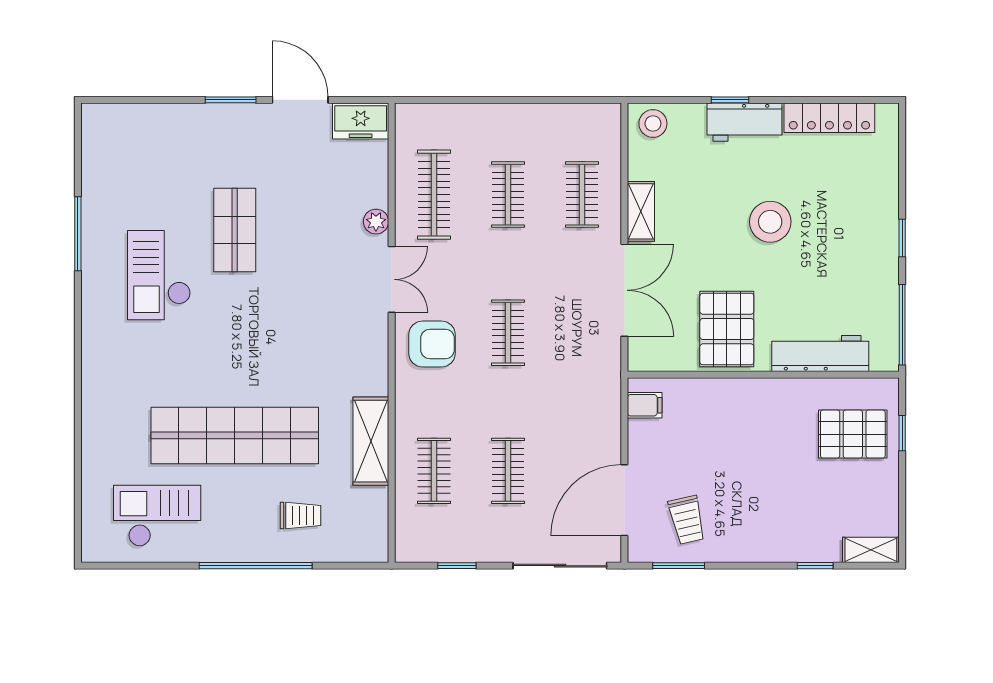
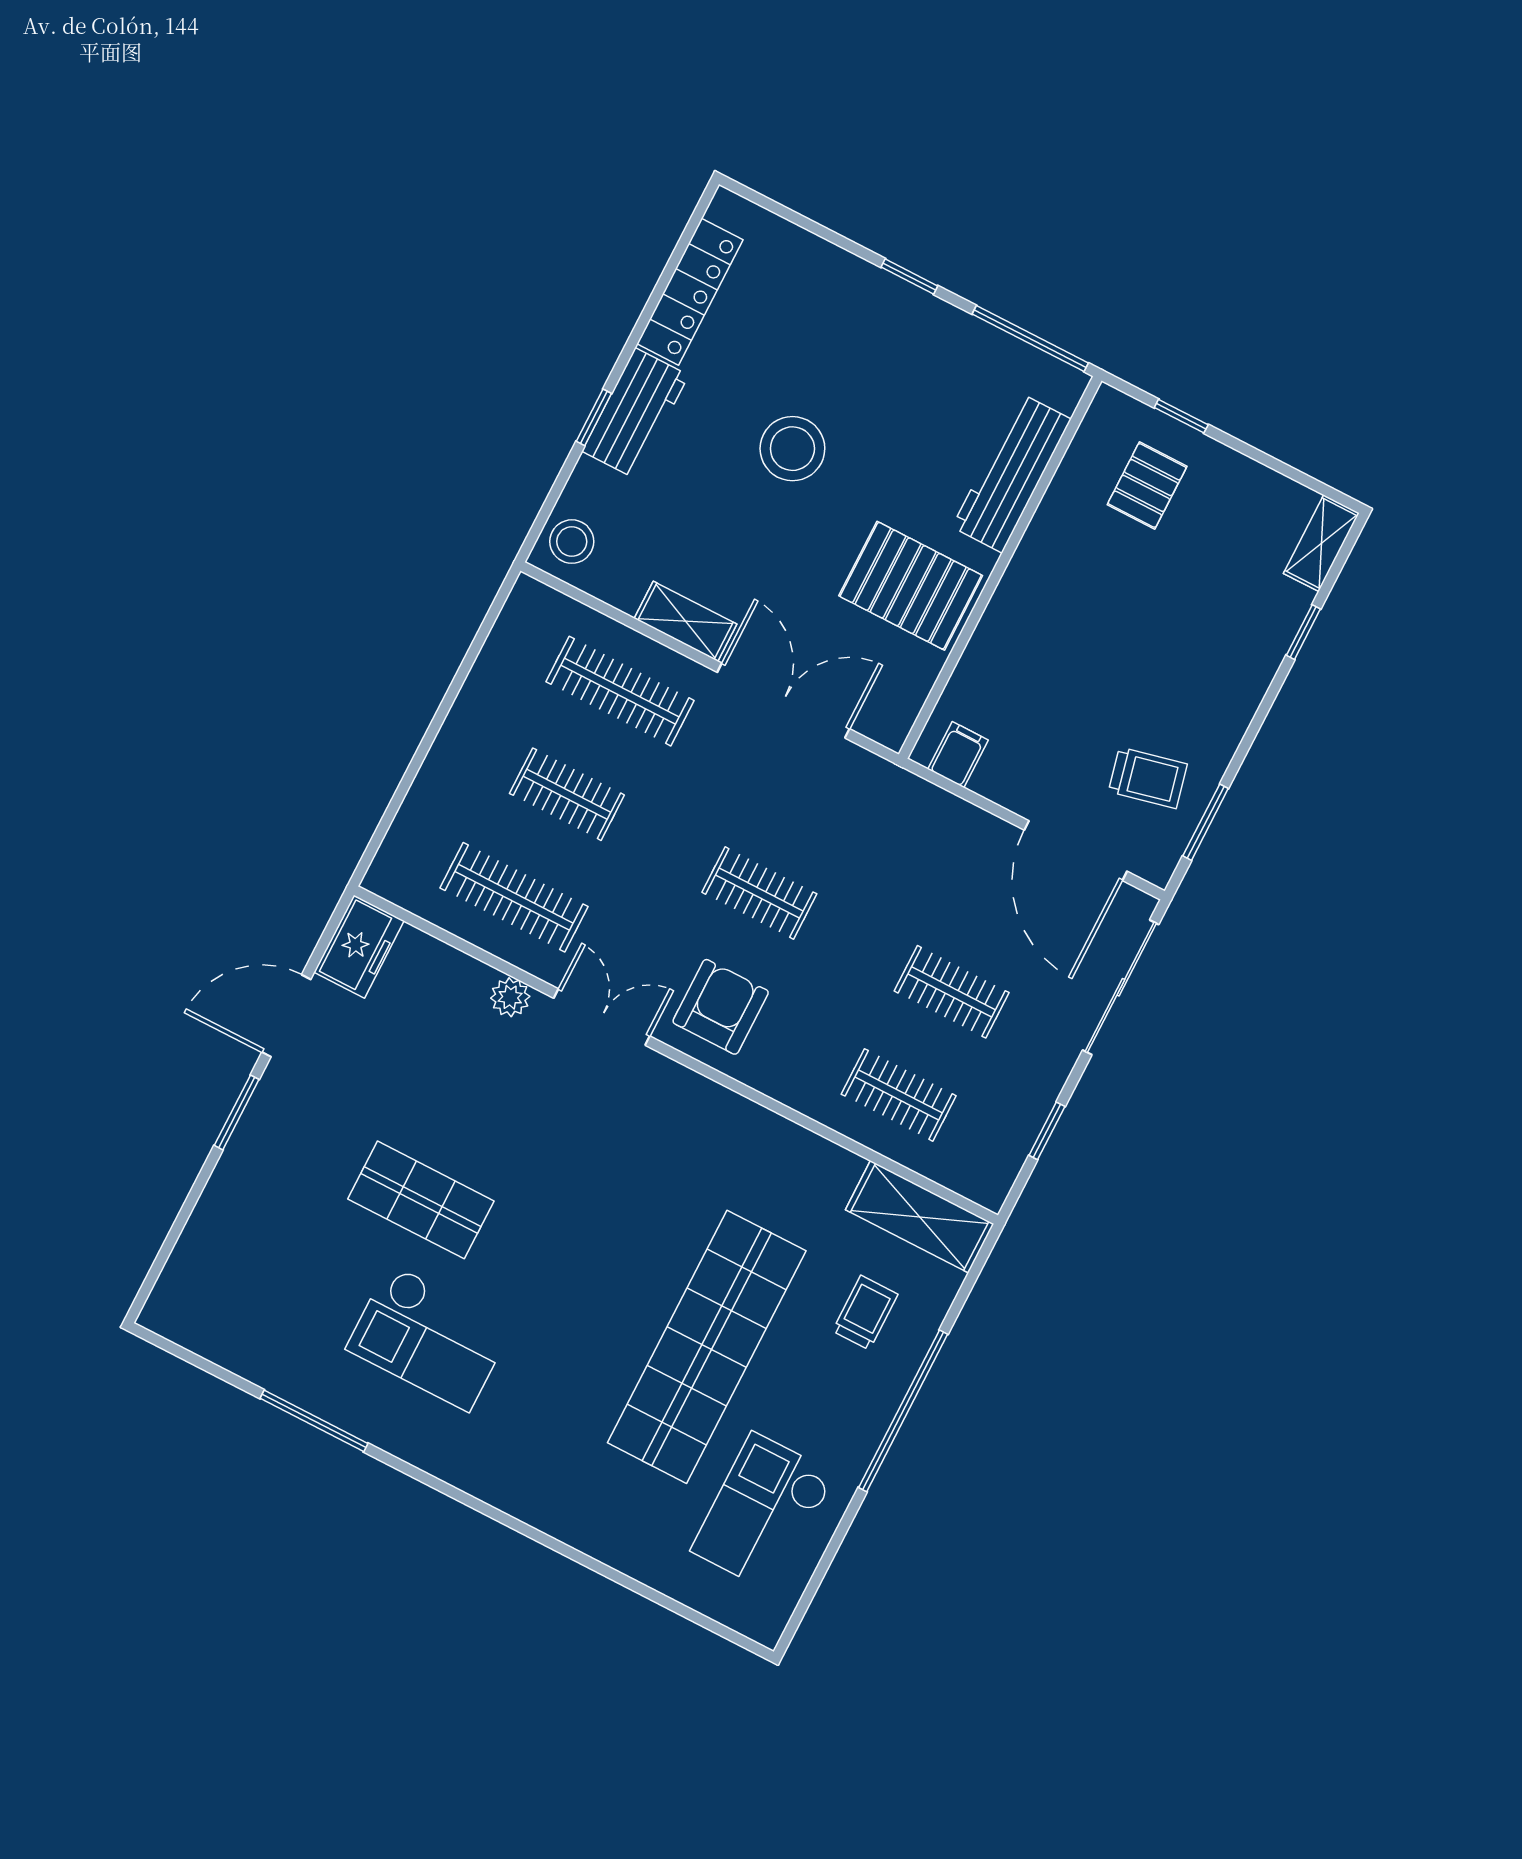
clothes rail: (582, 195) -> (620, 691), width x1.36
pallet: (853, 434) -> (1147, 485), width x0.67, depth x0.71
shelving: (371, 441) -> (920, 1217), moved

